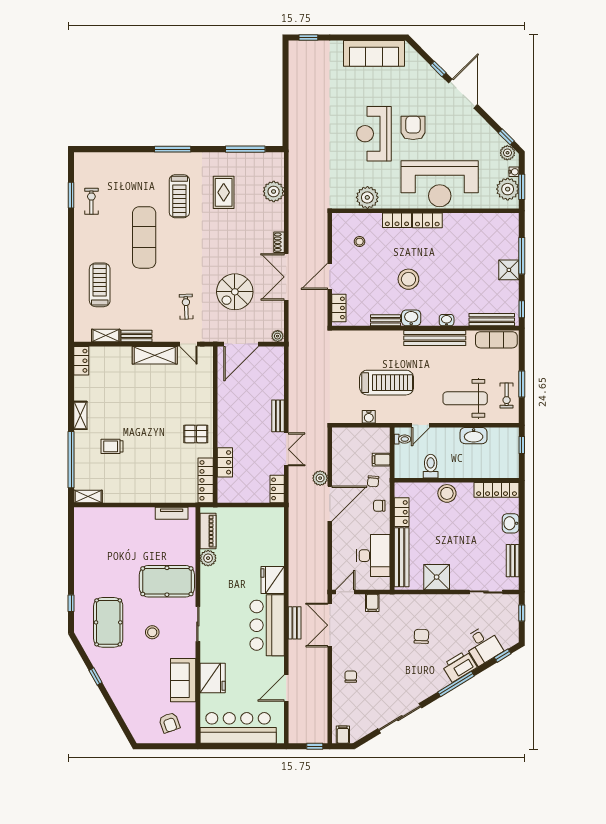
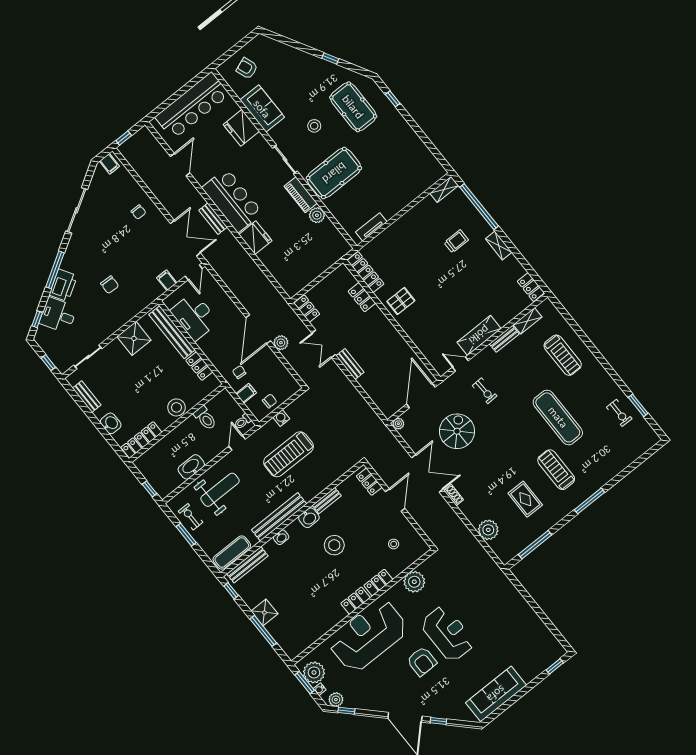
chair: (379, 506) -> (270, 401), moved
piano: (208, 531) -> (301, 195), moved

